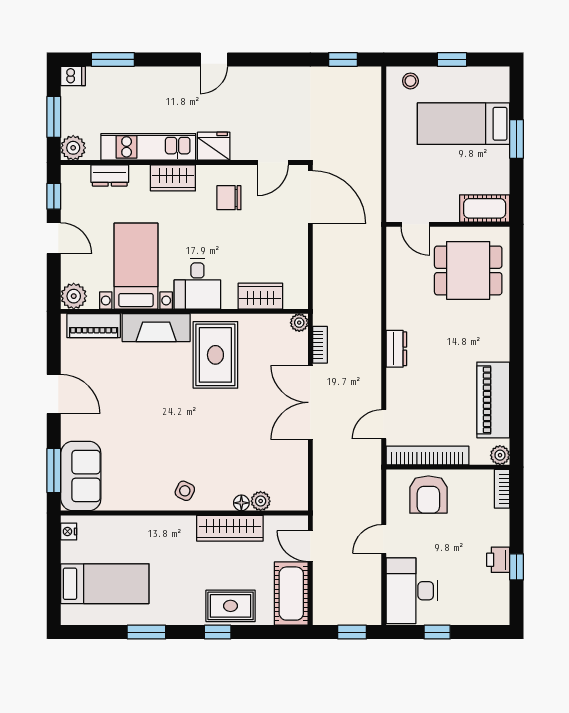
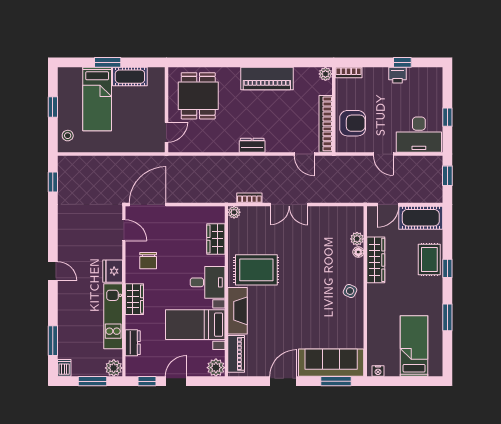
cot: (485, 208) -> (130, 77), moved, turned 90
piano: (493, 400) -> (267, 79), moved
double door: (310, 402) -> (289, 204), width x0.73
sofa: (81, 476) -> (331, 363), width x1.36

